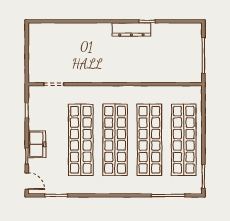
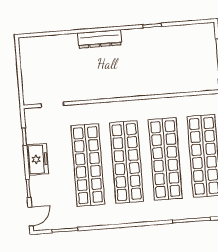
dresser: (131, 29) -> (100, 39), moved
freezer: (37, 144) -> (38, 159), moved
door: (27, 181) -> (31, 217), hinge flipped

